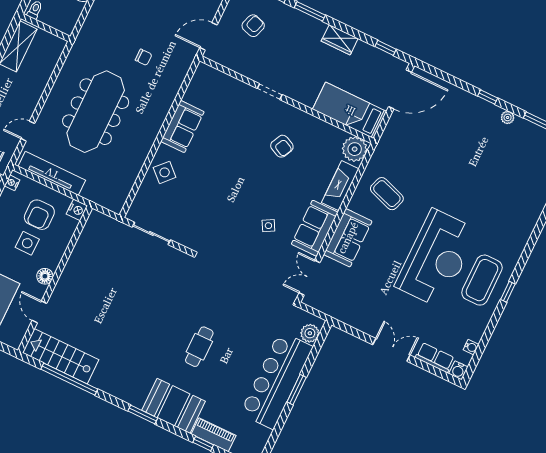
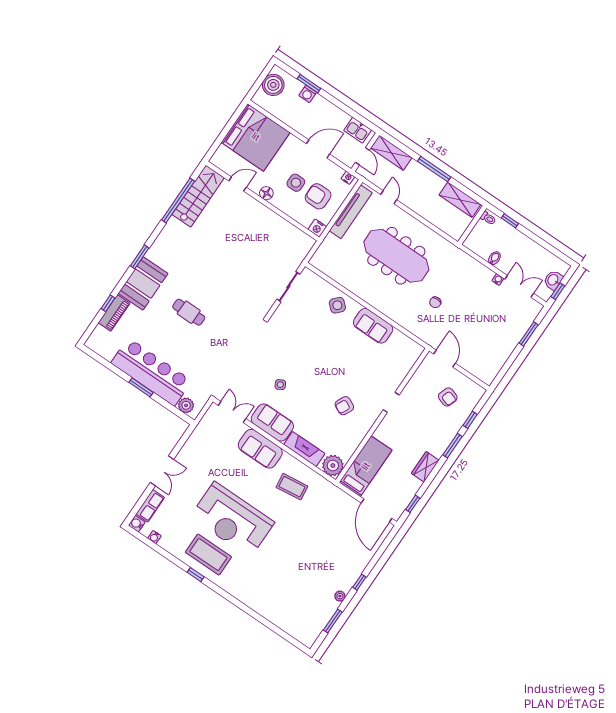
coffee table: (387, 194) -> (292, 487), turned 64

